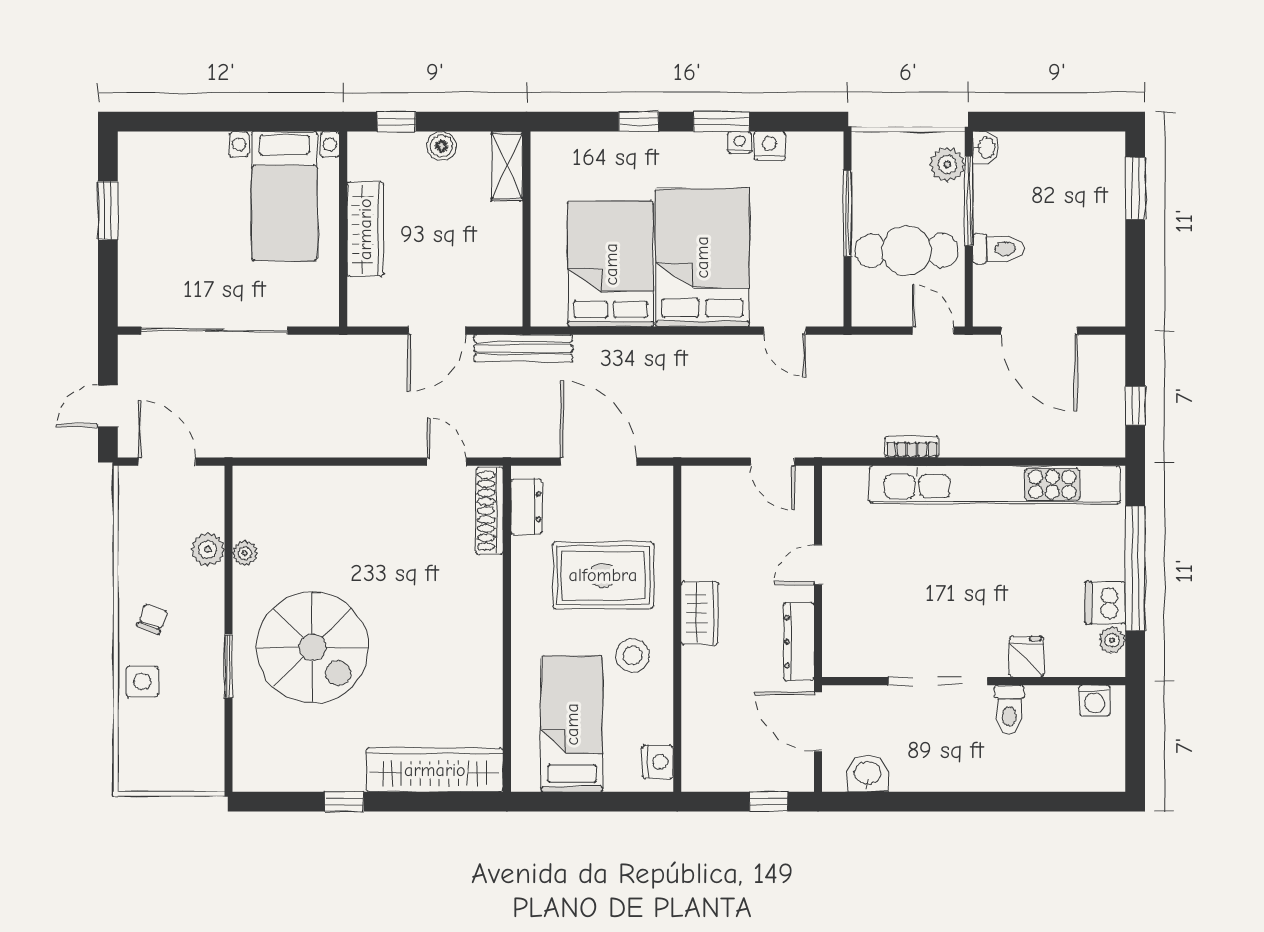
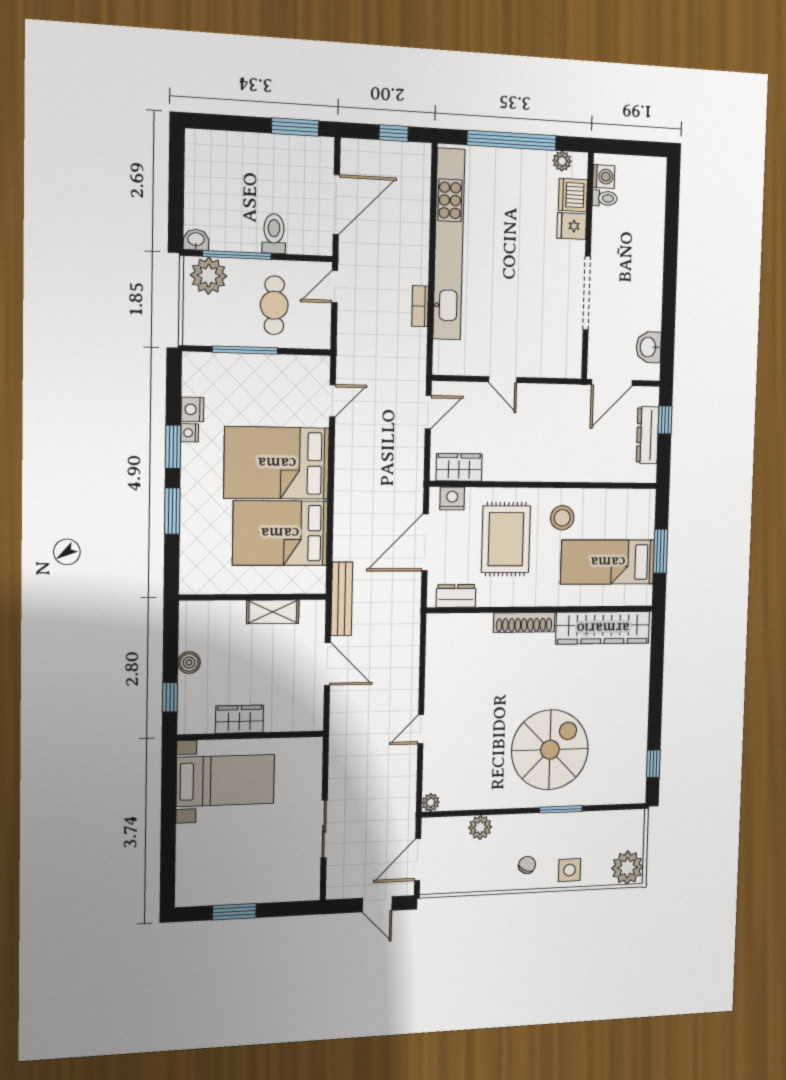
window: (639, 122) -> (172, 511), width x1.50
plant: (947, 164) -> (209, 276), width x1.36, depth x1.36
shelving: (507, 166) -> (273, 612), moved
window: (1135, 188) -> (295, 127), moved
wardrobe: (365, 229) -> (239, 719), width x0.67
cafe table: (906, 251) -> (274, 305), width x0.73, depth x0.74
sliding door: (214, 331) -> (324, 829), width x0.54
door: (447, 462) -> (421, 729), moved
shoe rack: (489, 511) -> (524, 622), moved
plant: (245, 553) -> (431, 802), moved
dishwasher: (1105, 603) -> (573, 195), moved, turned 90
wardrobe: (700, 613) -> (459, 467), moved
chair: (152, 619) -> (527, 865), turned 94
dresser: (799, 642) -> (647, 435), moved, turned 90
toilet: (1009, 709) -> (605, 198), moved, width x0.73, depth x0.72
nightstand: (658, 762) -> (452, 498), moved
plant: (142, 768) -> (627, 868), added
wardrobe: (435, 770) -> (603, 628), moved, turned -90
window: (344, 802) -> (653, 764), moved
window: (587, 802) -> (660, 551), added

